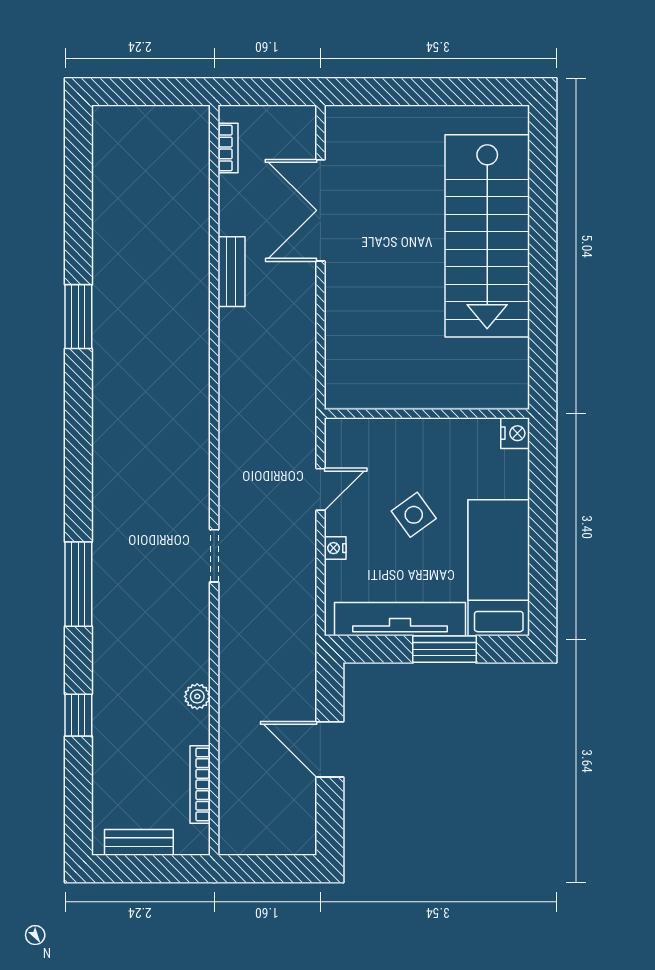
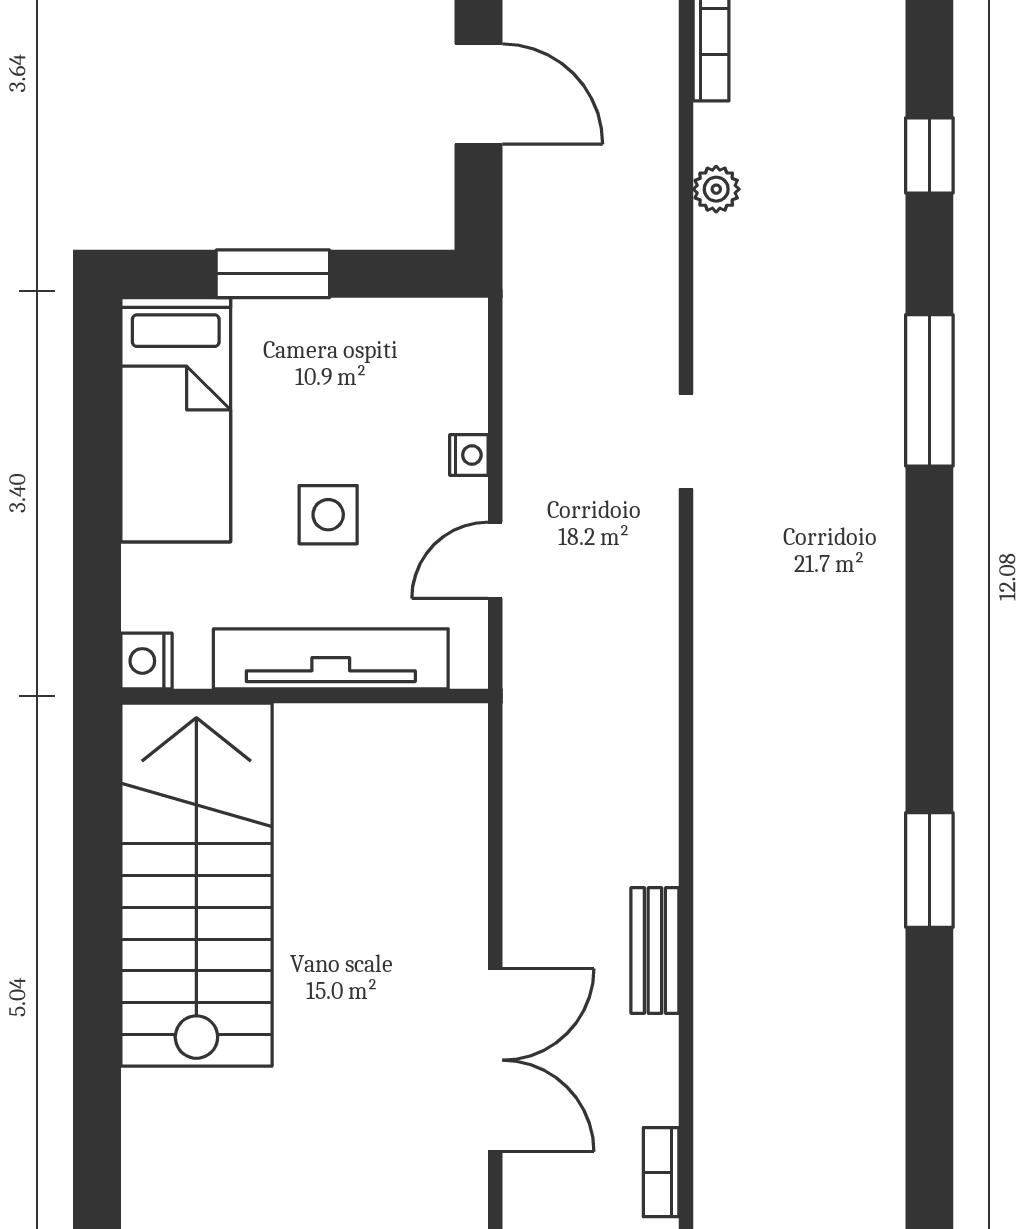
stairs: (487, 236) -> (196, 885), moved
side table: (414, 515) -> (328, 515), turned 36
tv unit: (400, 619) -> (331, 659), moved, turned 180

